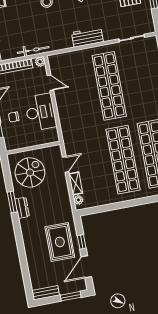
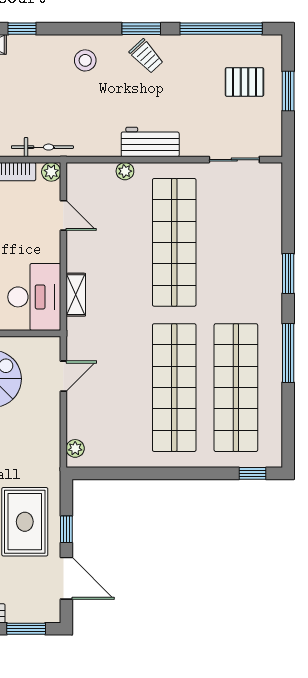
plant: (77, 54) -> (125, 171), added
desk: (41, 112) -> (34, 297), moved
shelving: (76, 184) -> (76, 295), moved
door: (86, 267) -> (66, 578), swing flipped

